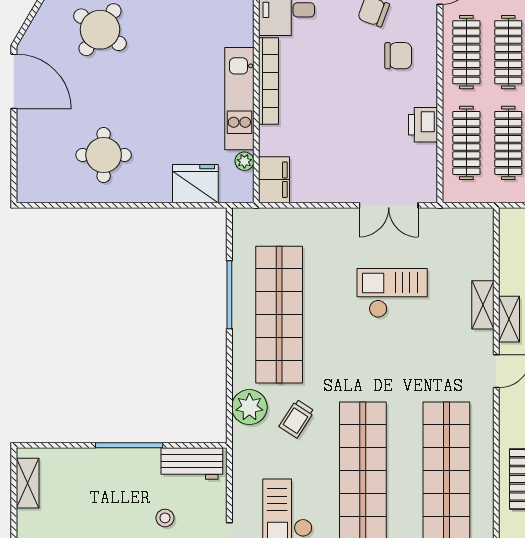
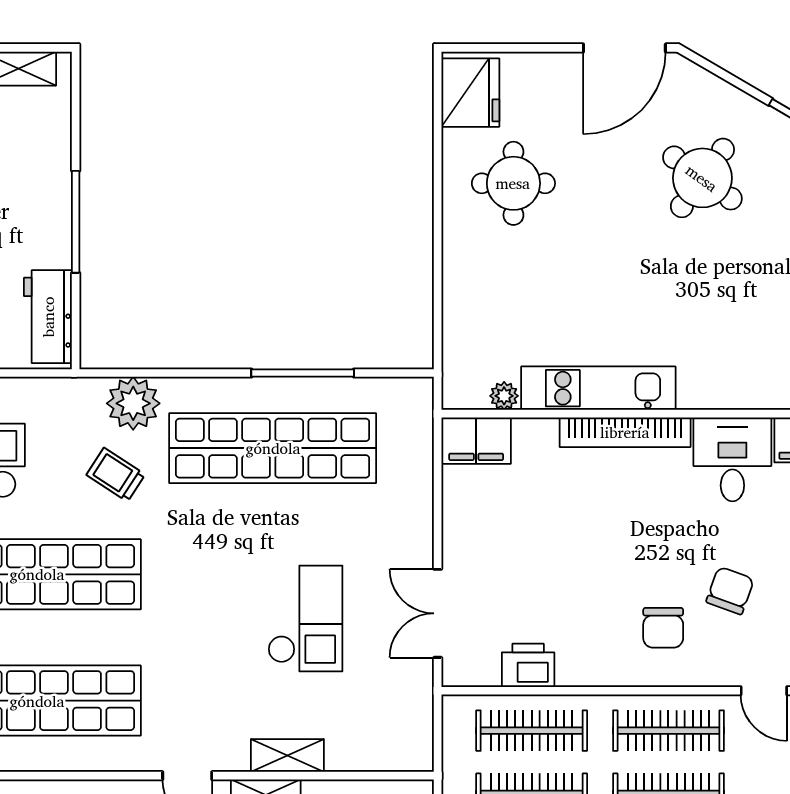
printer: (423, 125) -> (528, 665), moved
fridge: (195, 184) -> (470, 93), moved

